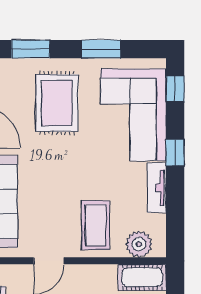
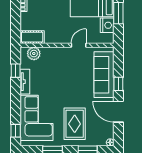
window: (175, 153) -> (16, 71), moved
coffee table: (96, 225) -> (55, 63), removed

